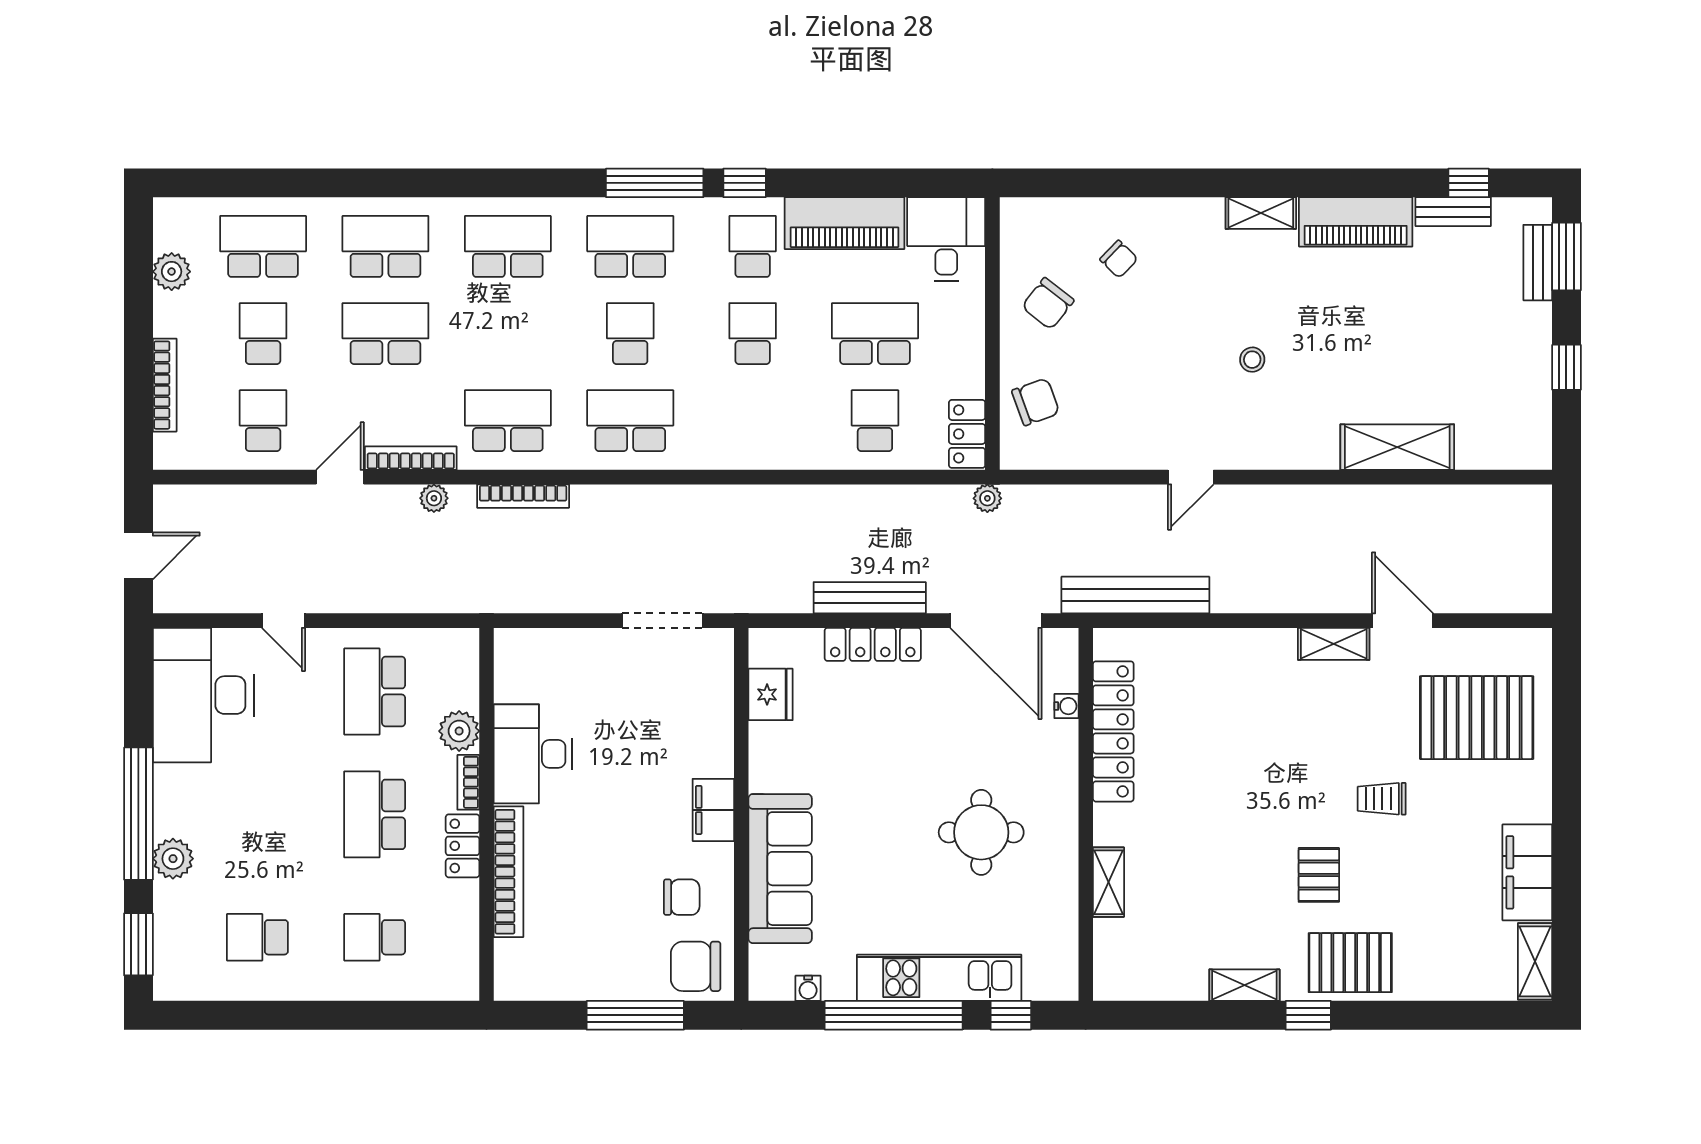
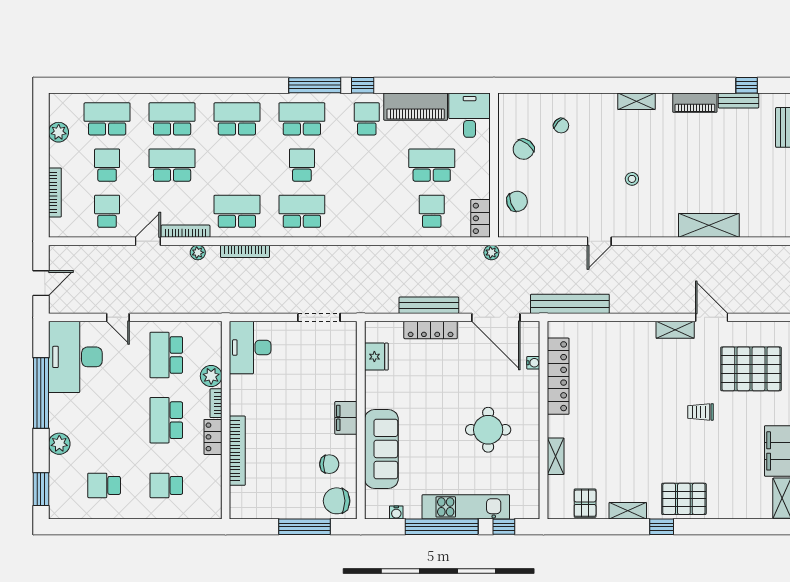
piano: (1356, 222) -> (695, 103), width x0.73, depth x0.75
school desk: (753, 334) -> (367, 165), removed
desk: (533, 754) -> (250, 348), moved
window: (138, 814) -> (41, 393), moved
pallet: (1319, 875) -> (585, 503), moved

